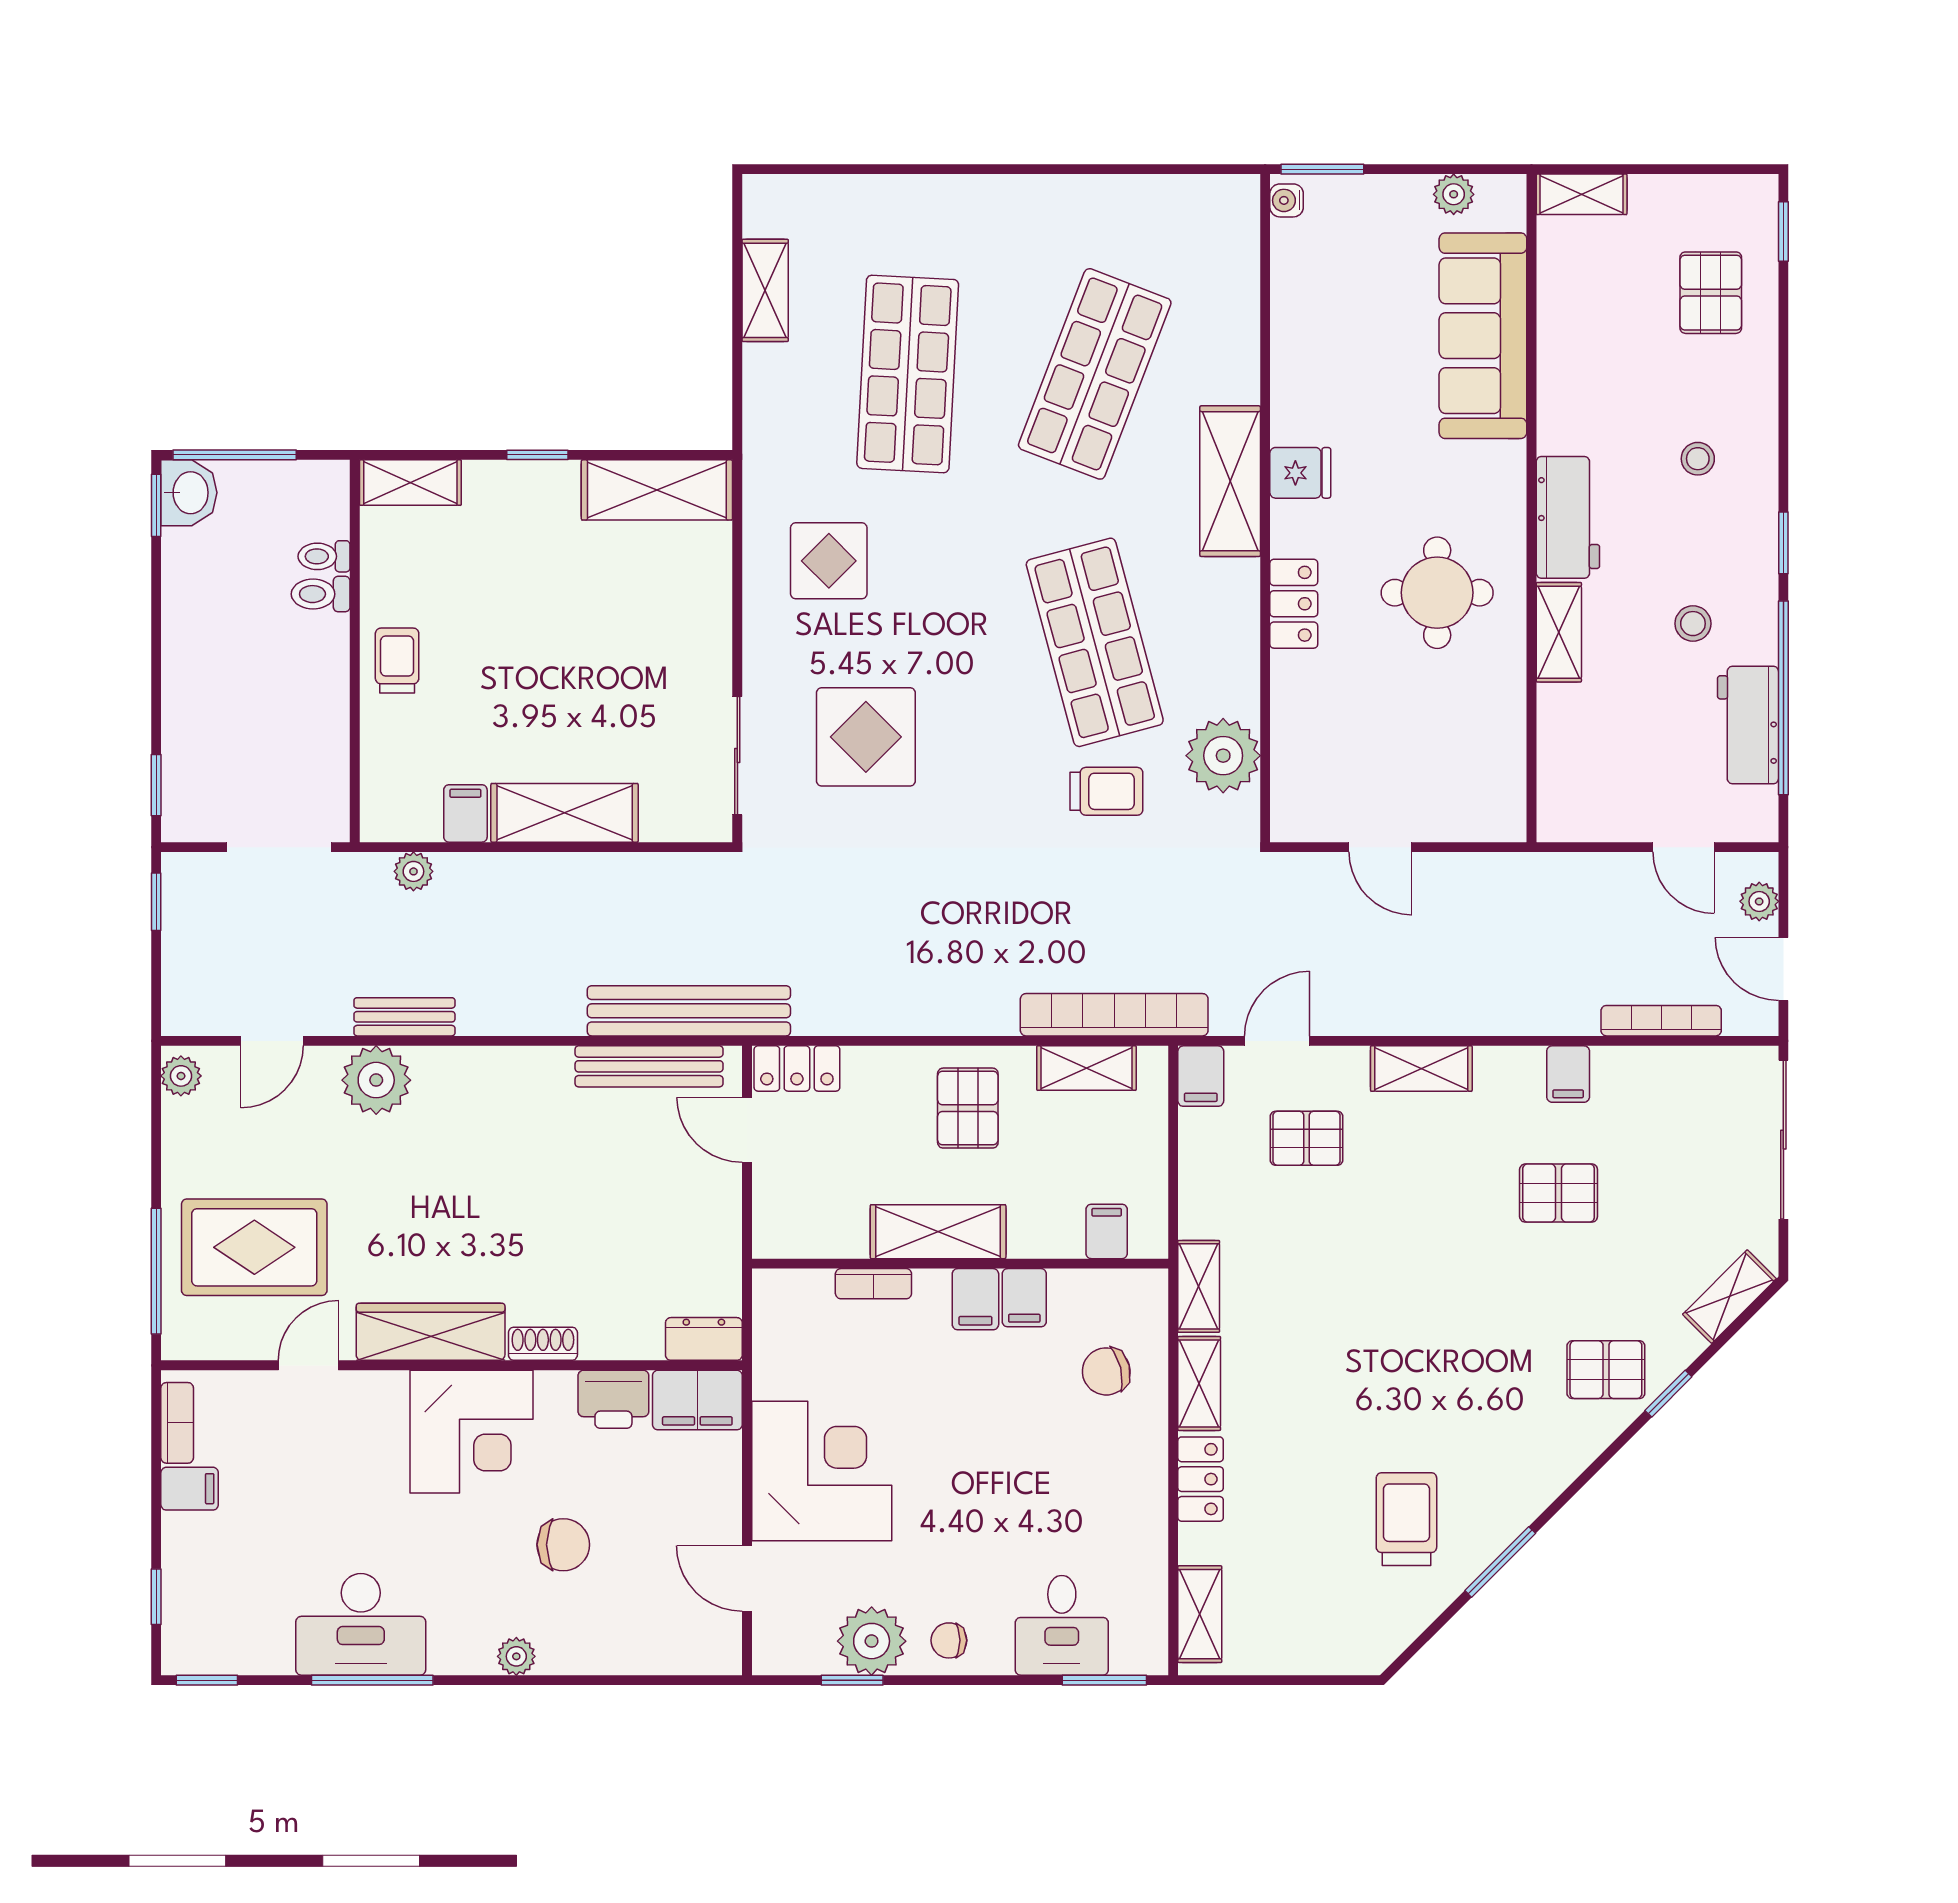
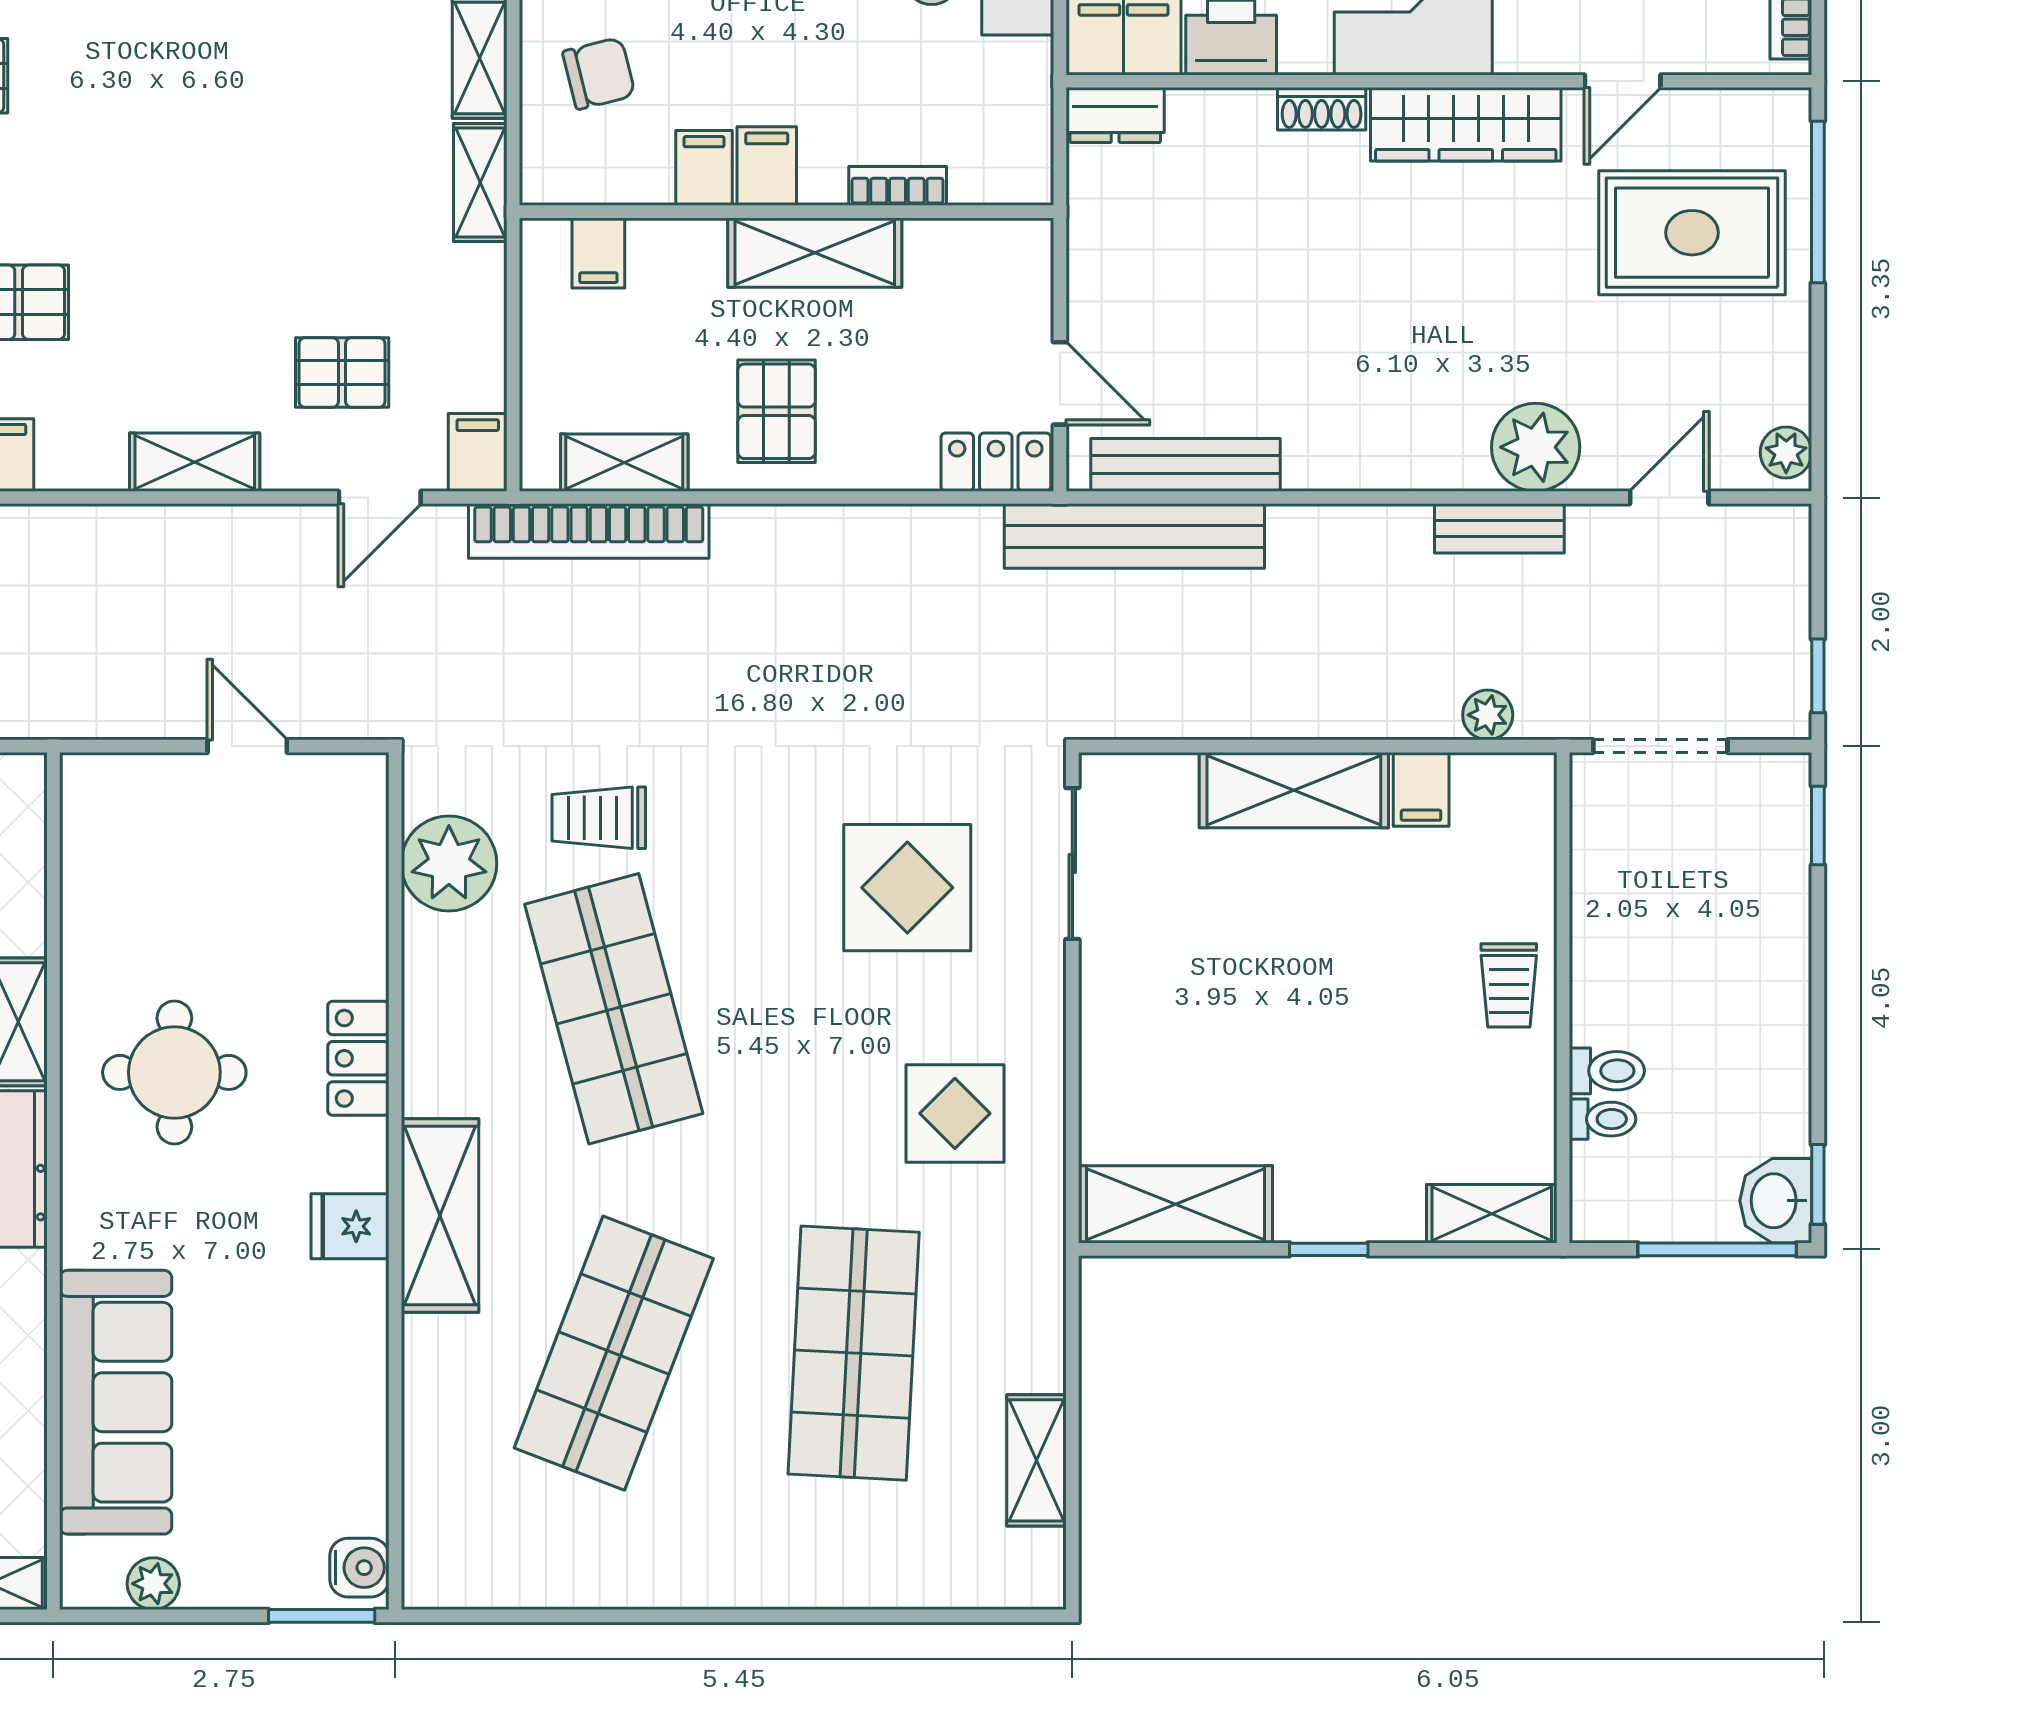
water cooler: (1287, 200) -> (359, 1568), width x1.38, depth x1.38

